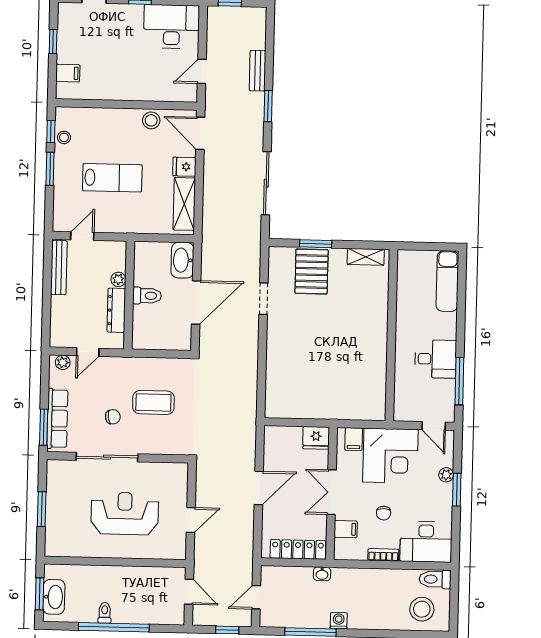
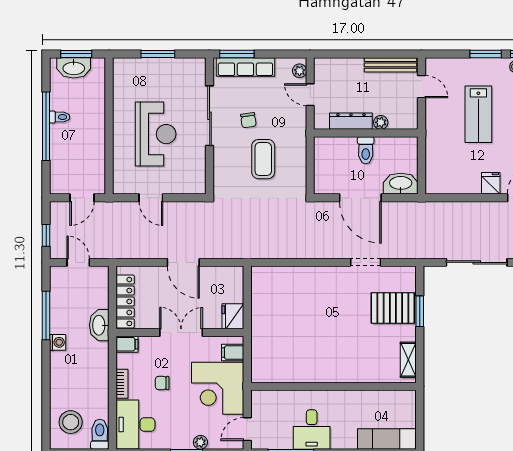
shelving: (184, 204) -> (455, 184), removed
filing cabinet: (346, 529) -> (127, 344), moved, turned -90
washbasin: (322, 574) -> (99, 325), width x1.91, depth x1.45

